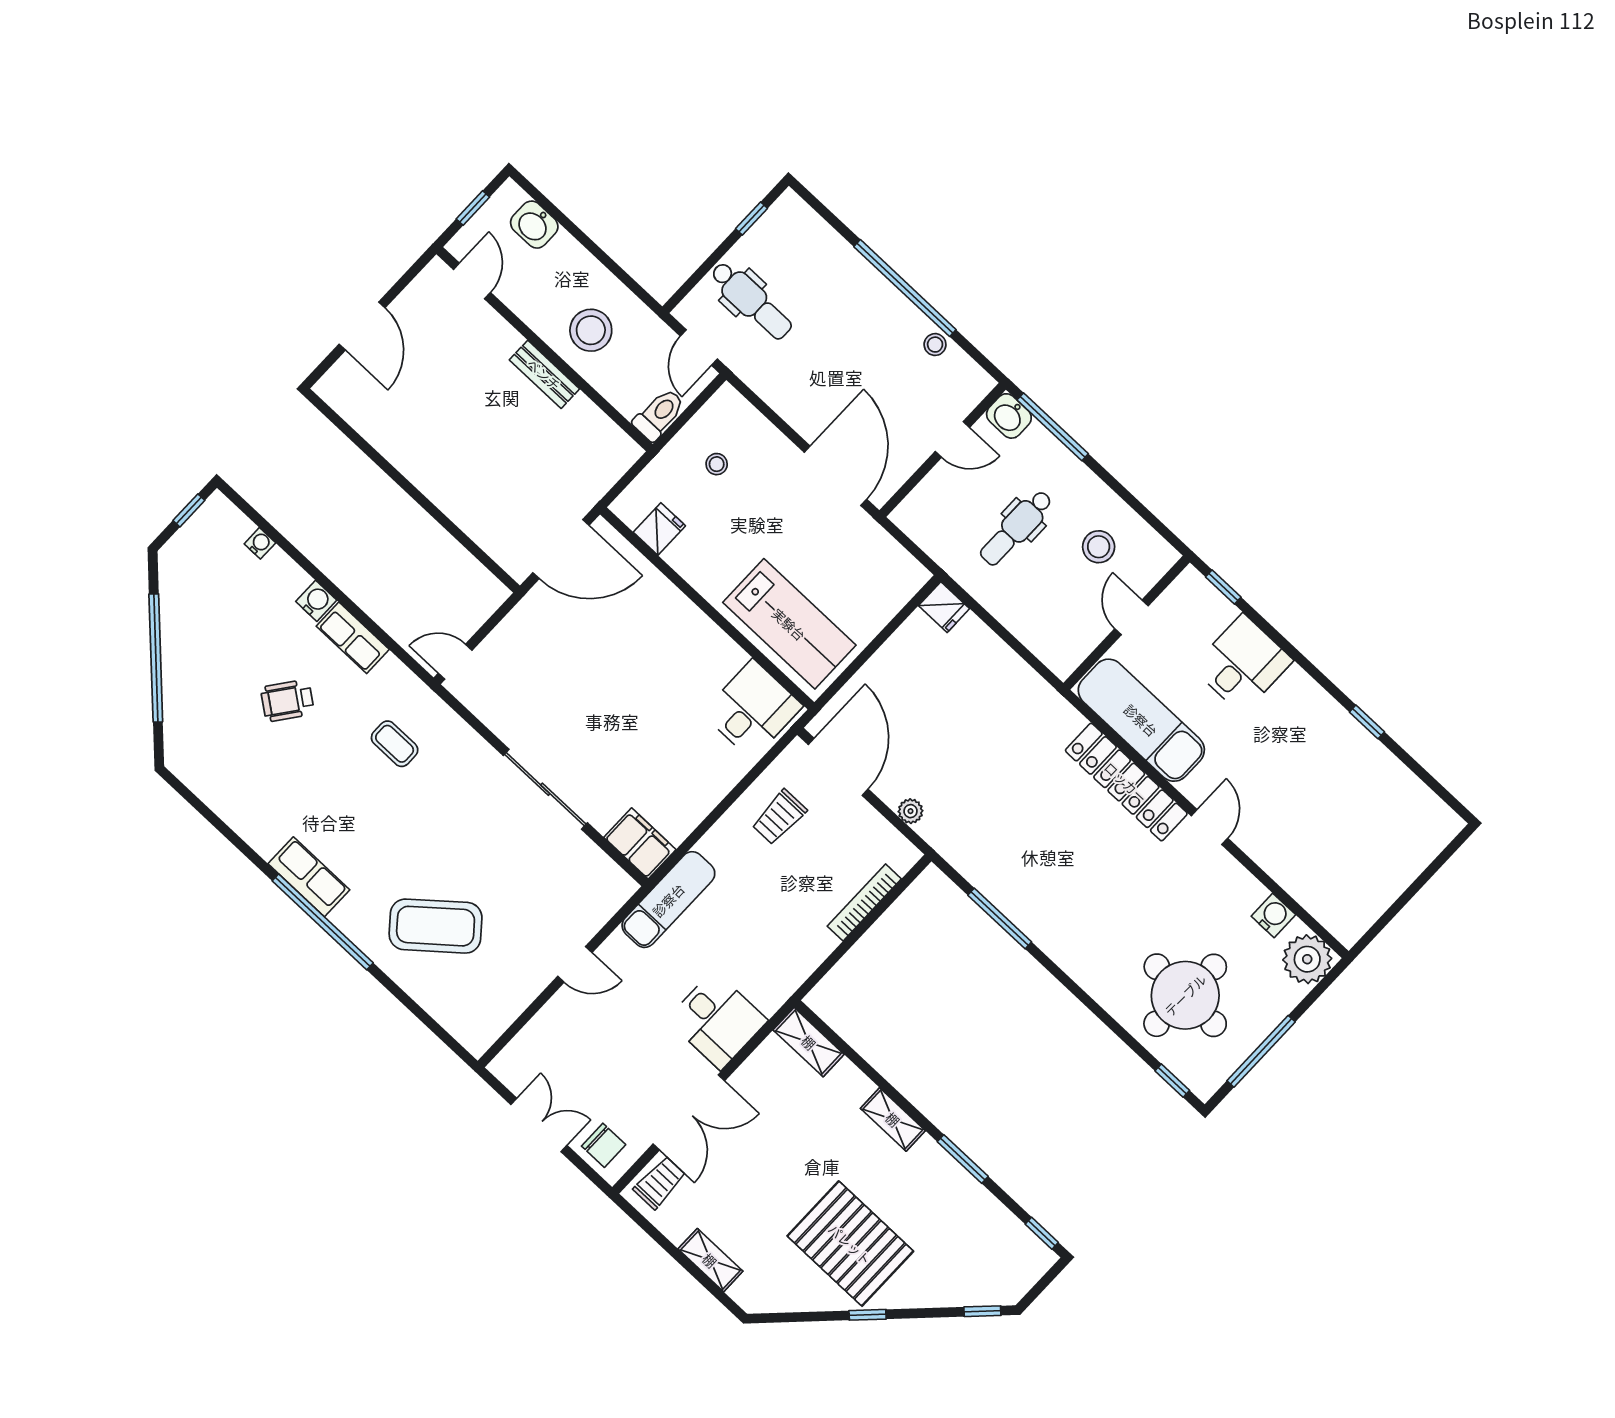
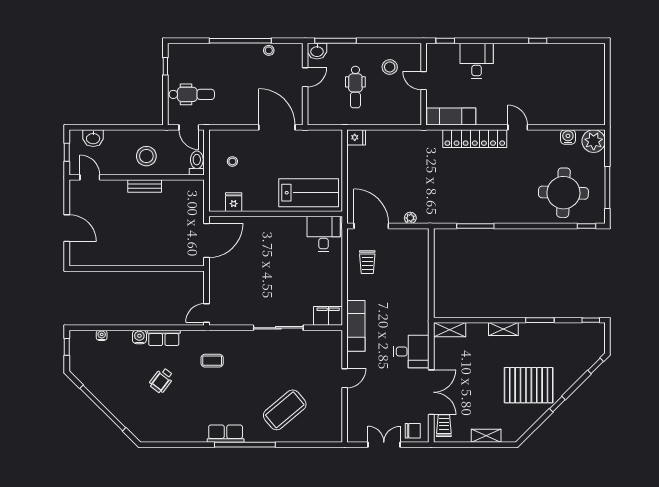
exam couch: (1141, 720) -> (451, 116), width x0.73, depth x0.69
bookcase: (864, 902) -> (424, 264), removed

